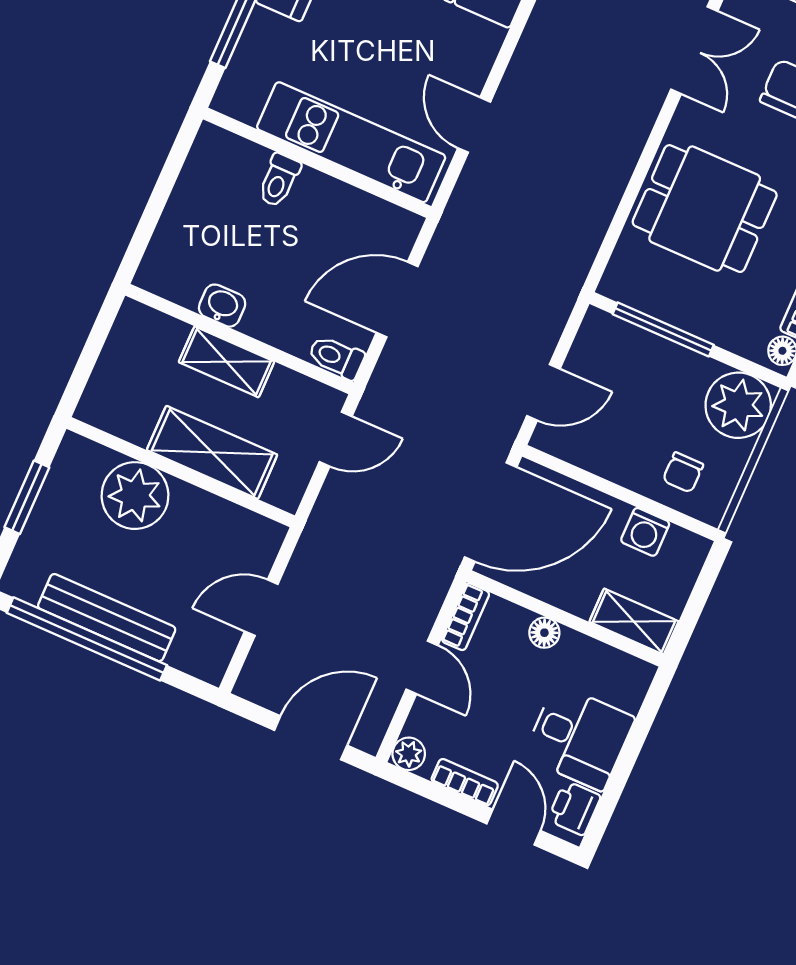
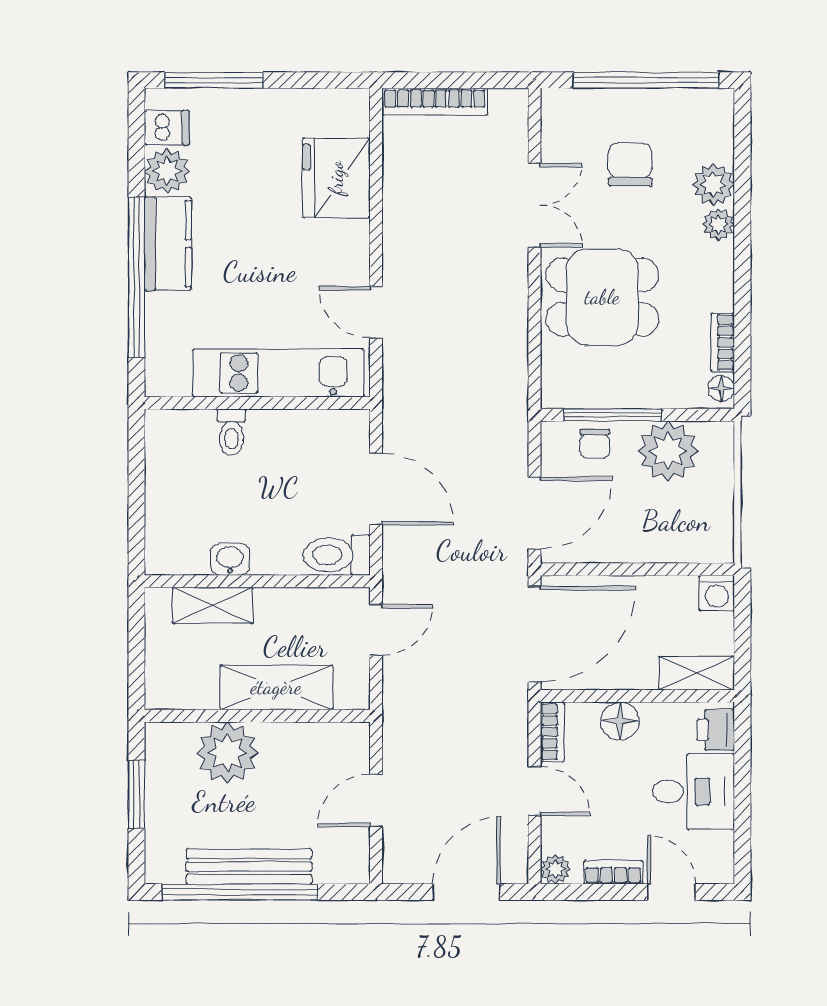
double door: (694, 50) -> (534, 205), moved
door: (397, 300) -> (376, 489), swing flipped
toilet: (336, 357) -> (337, 555), width x1.37, depth x1.39
shelving: (227, 362) -> (213, 605), moved
door: (543, 392) -> (534, 513), width x1.38
plant: (738, 405) -> (668, 451), moved
chair: (683, 472) -> (595, 444), moved
washing machine: (645, 532) -> (717, 593), moved
floor lamp: (544, 633) -> (620, 721), width x1.37, depth x1.37
printer: (574, 808) -> (716, 730), moved

